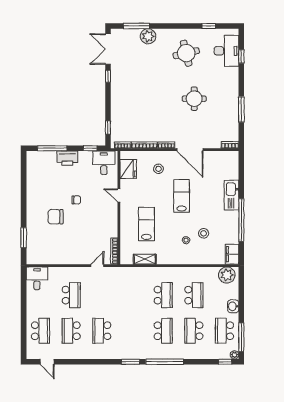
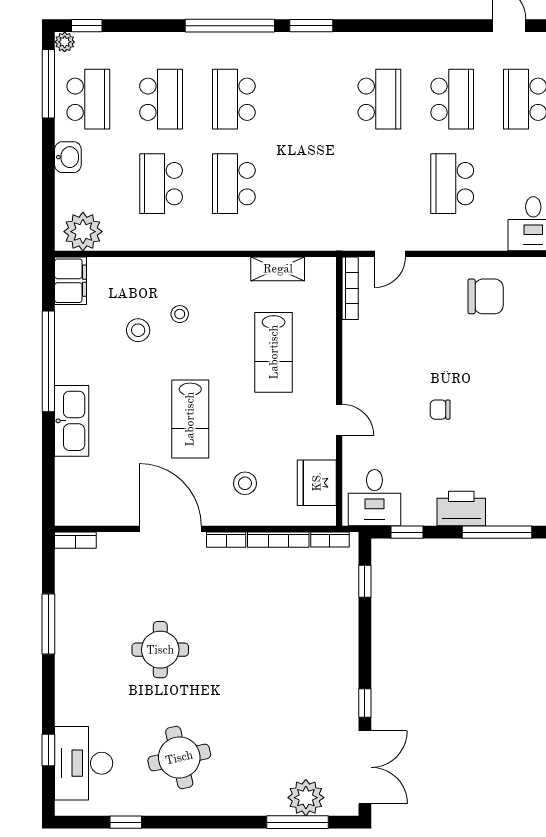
plant: (148, 36) -> (306, 798), moved
chair: (56, 217) -> (486, 296), moved

